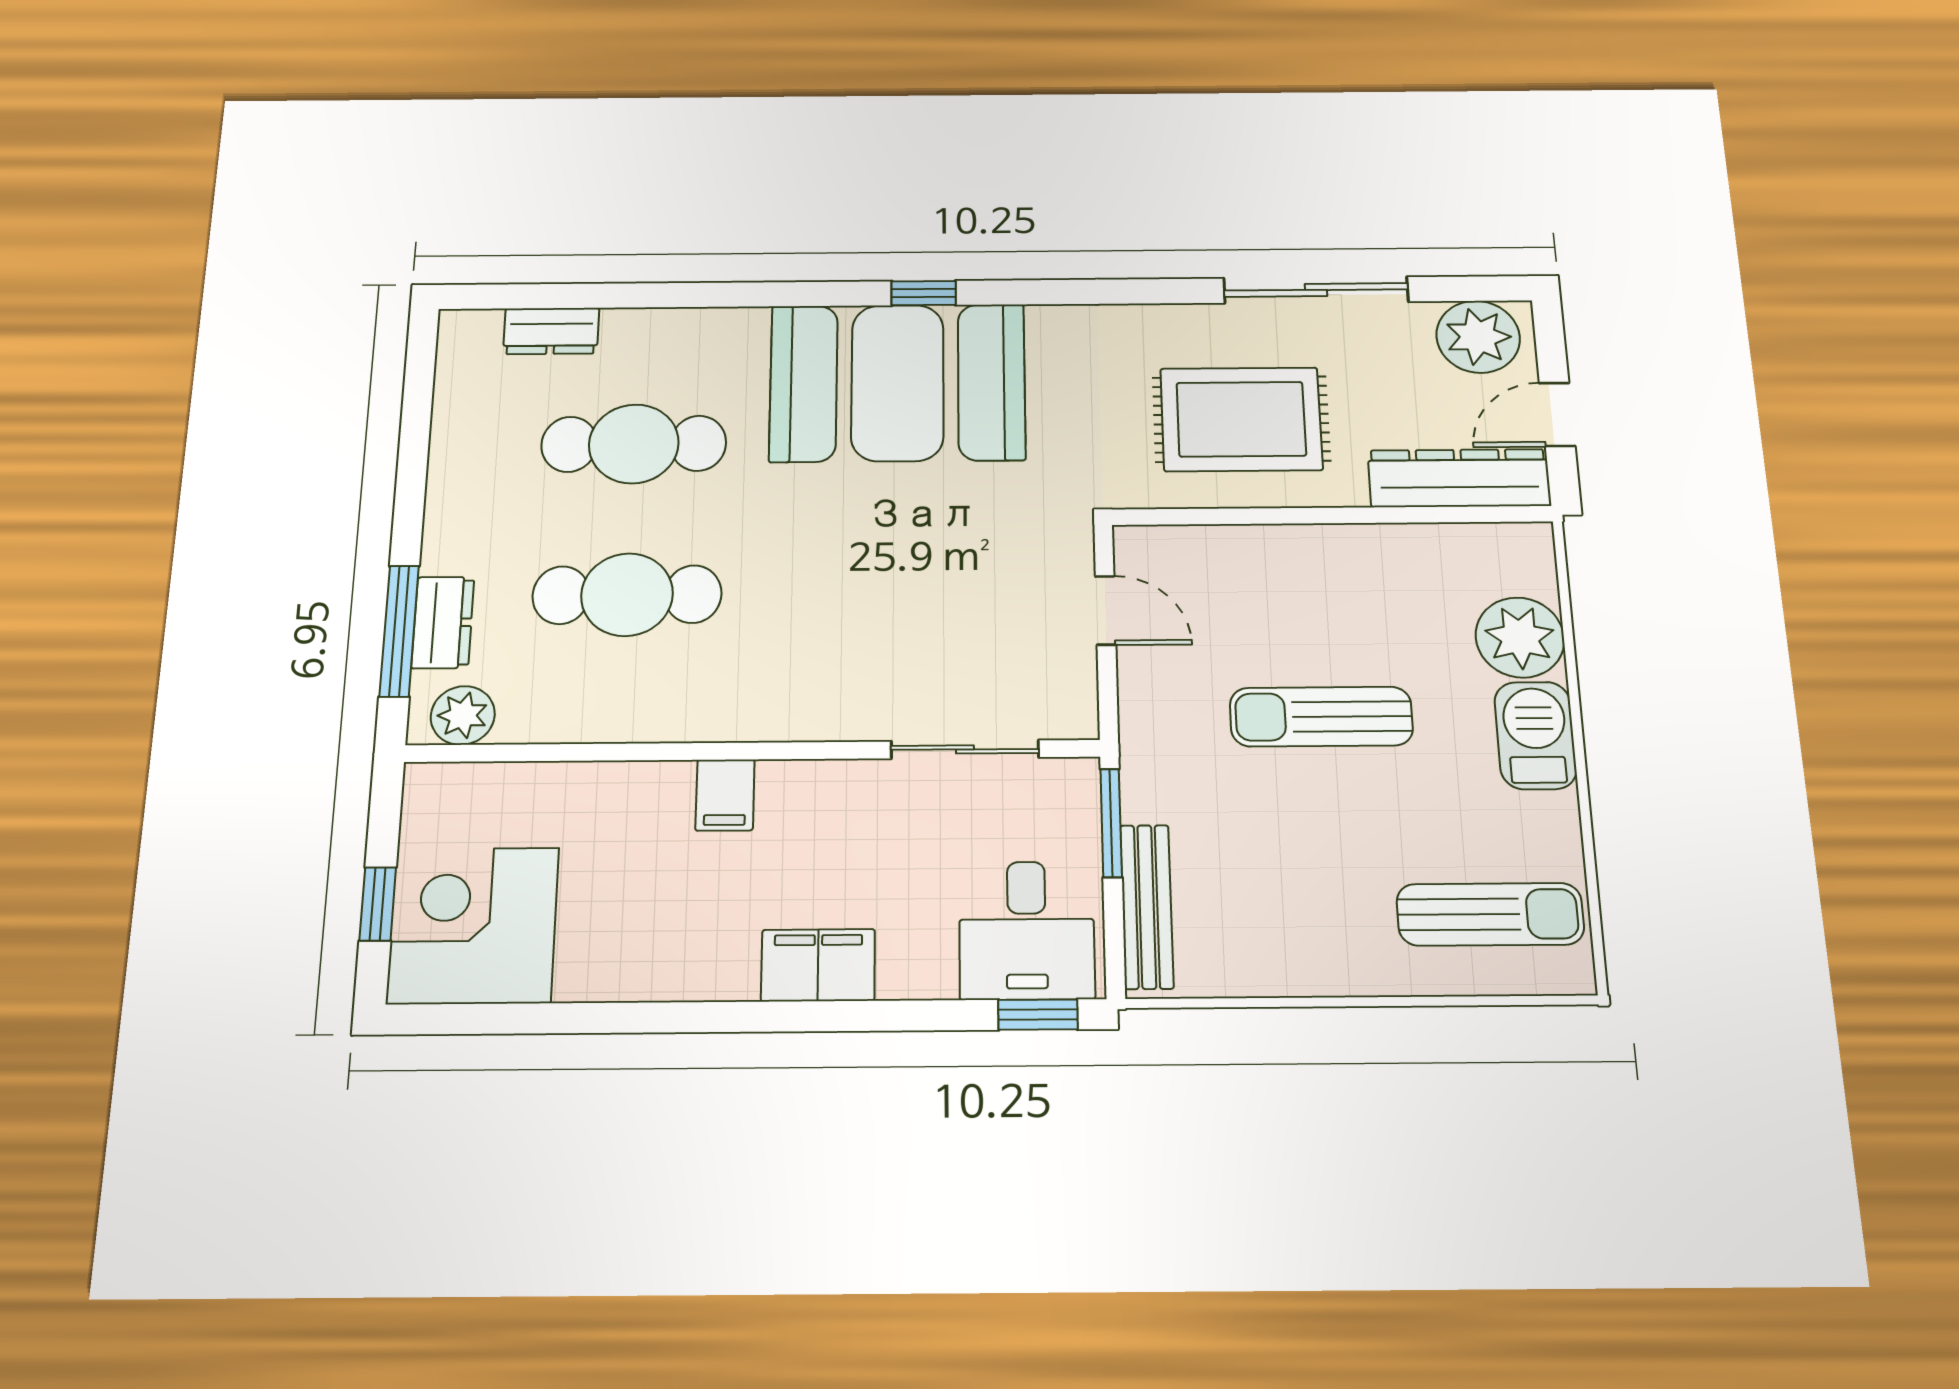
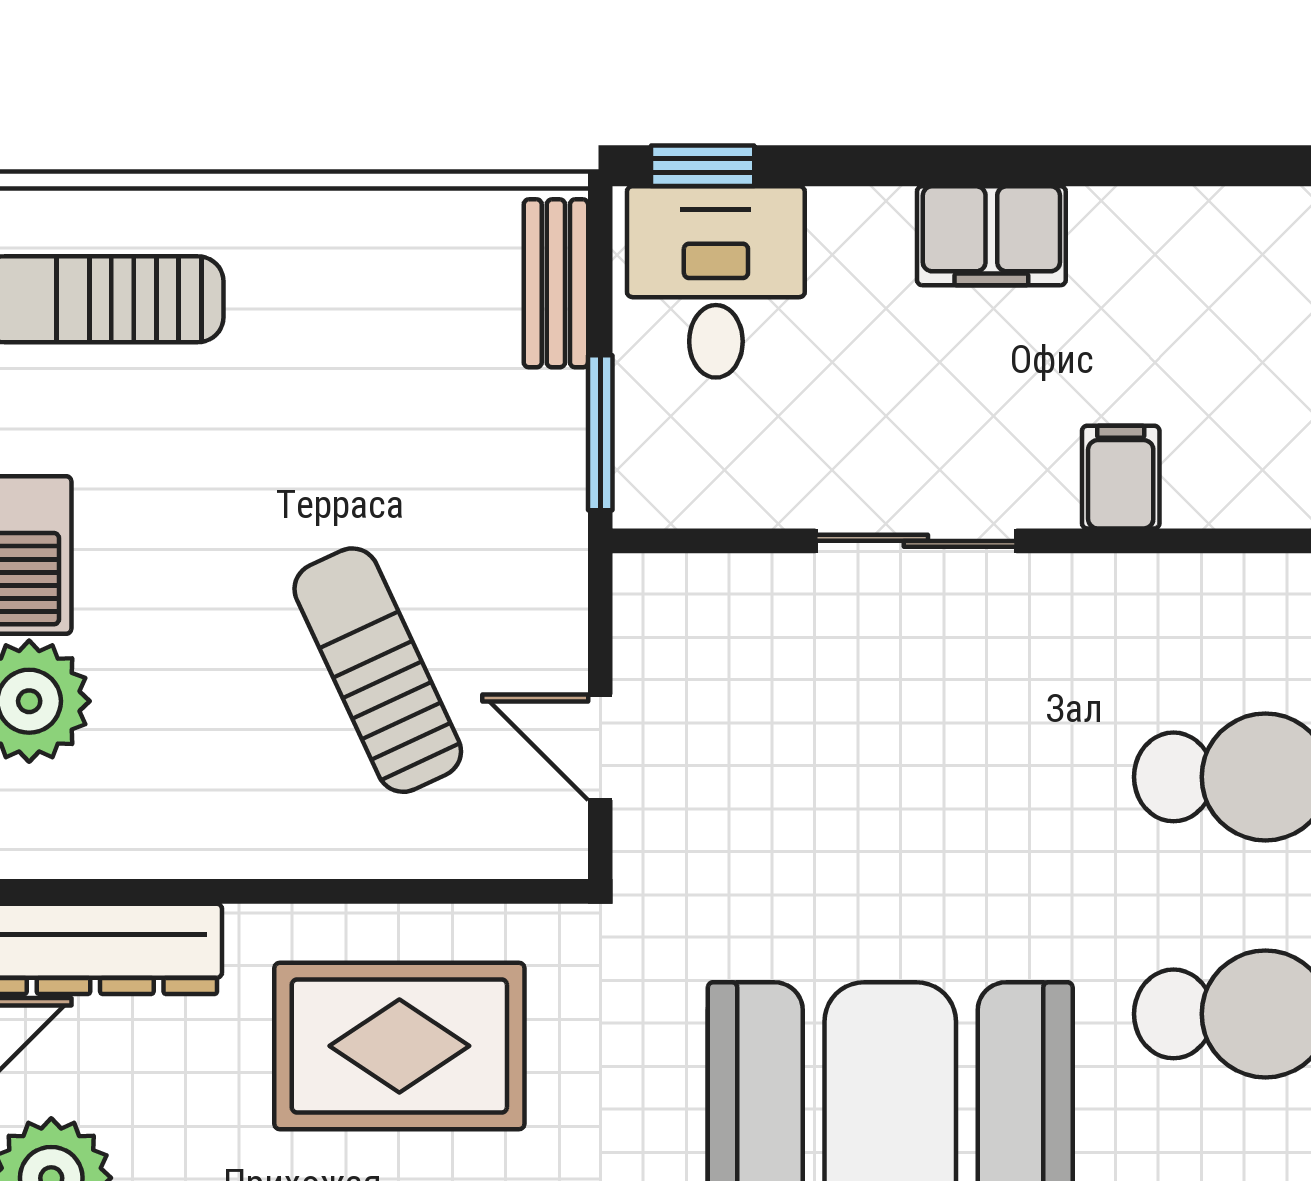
sun lounger: (1321, 717) -> (378, 670), moved, turned -115
sliding door: (965, 749) -> (916, 541), moved
bench: (1147, 906) -> (556, 283), width x0.73

